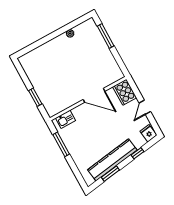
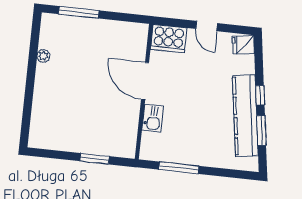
door: (94, 95) -> (145, 81), swing flipped
kitchen sink: (66, 119) -> (153, 118), moved
window: (137, 153) -> (260, 95), moved

